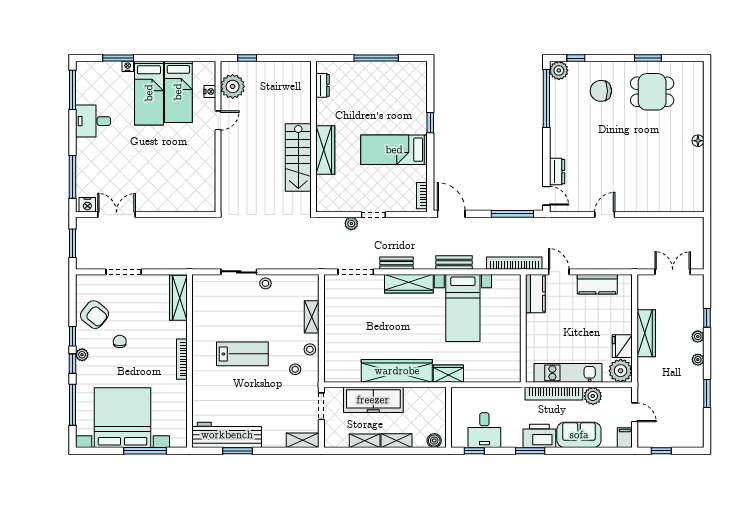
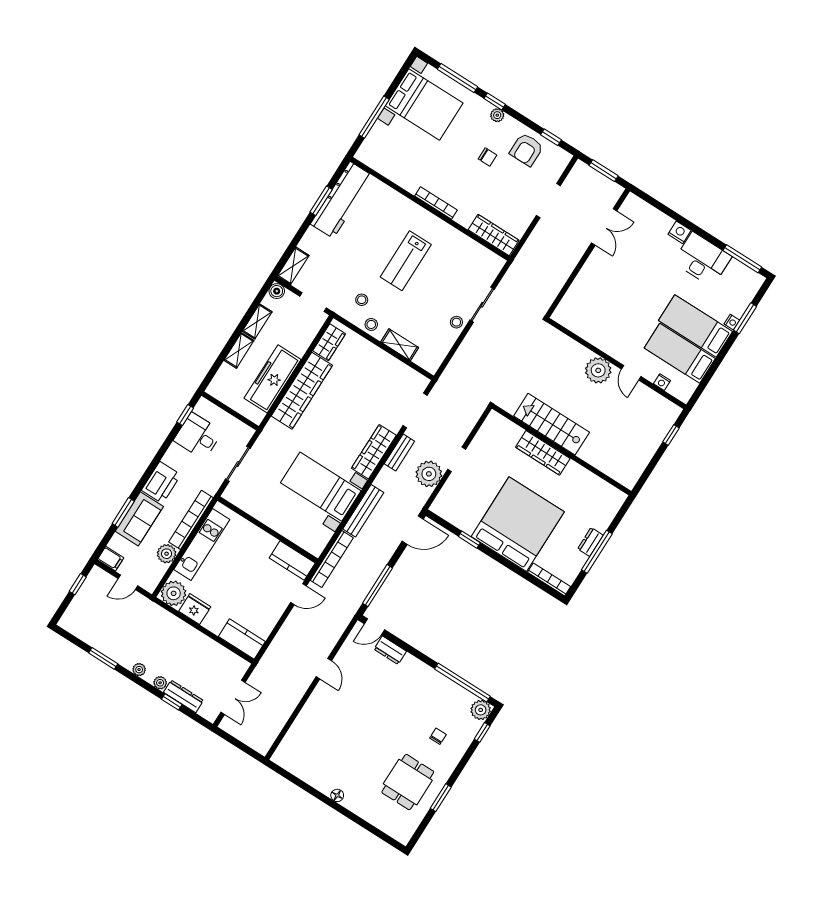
dresser: (323, 85) -> (590, 542), moved, turned 90
plant: (233, 86) -> (598, 370), moved
chair: (601, 91) -> (438, 736), width x0.54, depth x0.54
desk: (93, 121) -> (702, 259), width x1.37
window: (430, 123) -> (469, 540), moved
bed: (394, 150) -> (518, 524), width x2.04
window: (73, 177) -> (664, 209), removed
bookcase: (422, 196) -> (549, 579), moved, width x1.56
nightstand: (87, 205) -> (679, 232), moved, turned 90
plant: (351, 224) -> (429, 474), moved, width x1.88, depth x1.88
bench: (454, 263) -> (363, 511), width x1.36
kitchen counter: (597, 284) -> (242, 639), moved, turned 90
dresser: (697, 311) -> (183, 696), added
armchair: (95, 315) -> (526, 150), turned -39
wardrobe: (646, 333) -> (193, 638), removed
window: (73, 336) -> (551, 137), moved
wardrobe: (448, 374) -> (329, 342), moved
sliding door: (486, 385) -> (238, 464), added
freezer: (373, 400) -> (273, 379), moved
bed with nightstands: (123, 418) -> (424, 104), width x0.73
boiler: (434, 441) -> (277, 291), moved
window: (530, 451) -> (123, 512), moved

